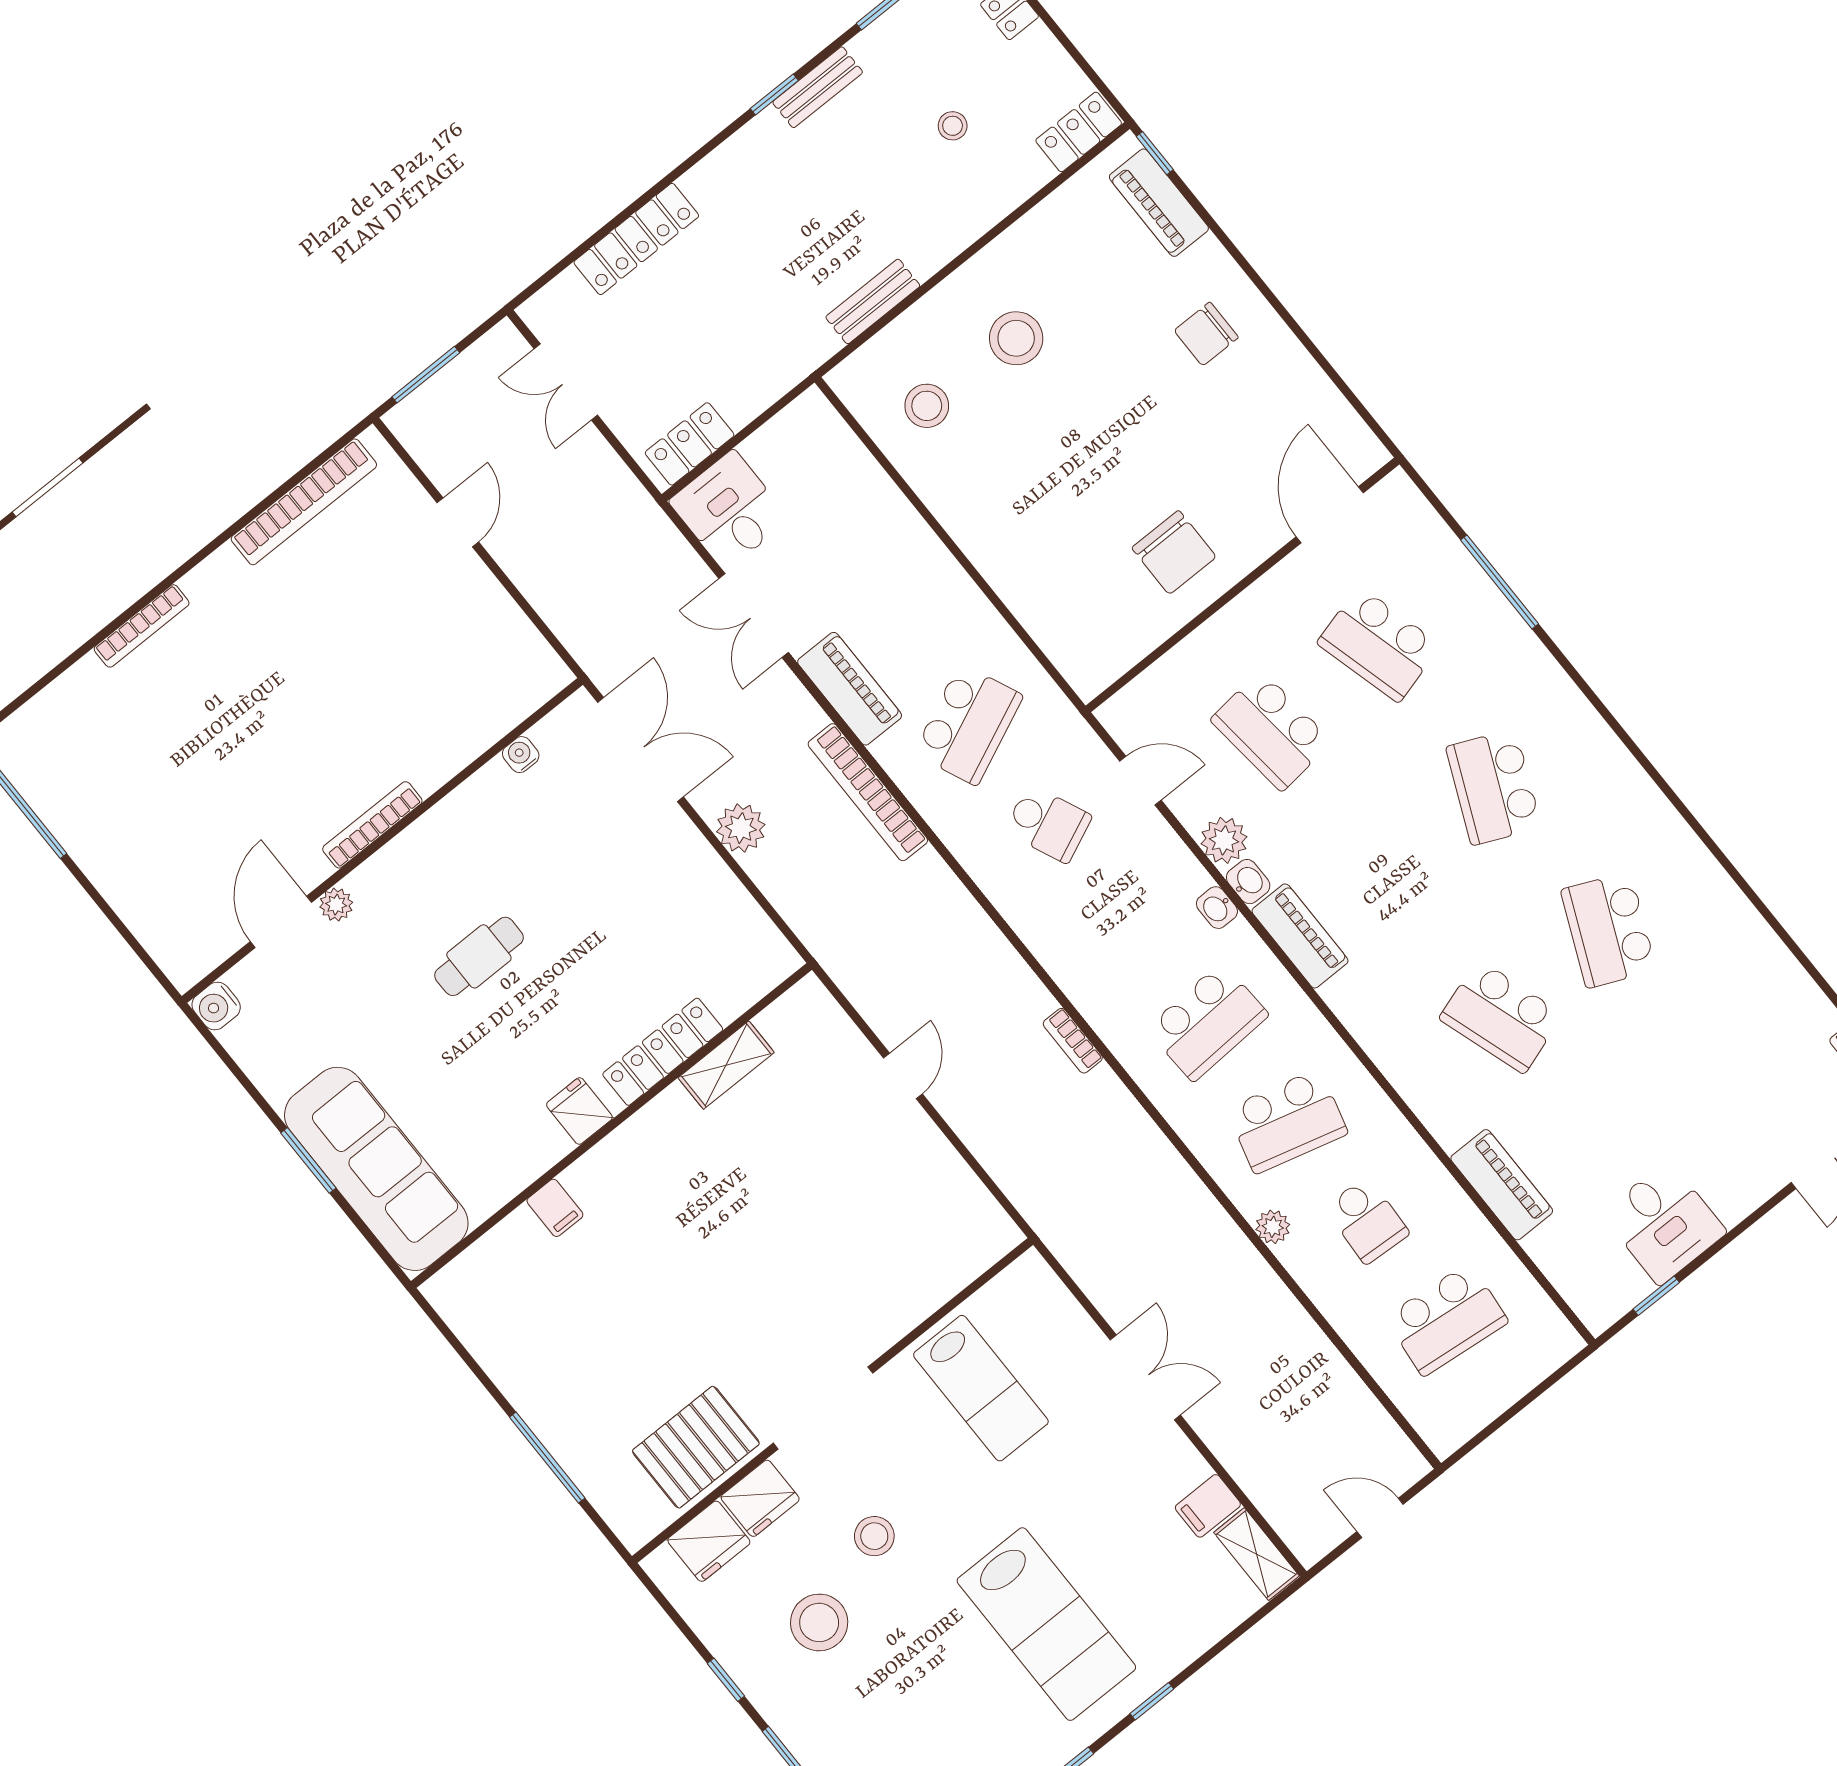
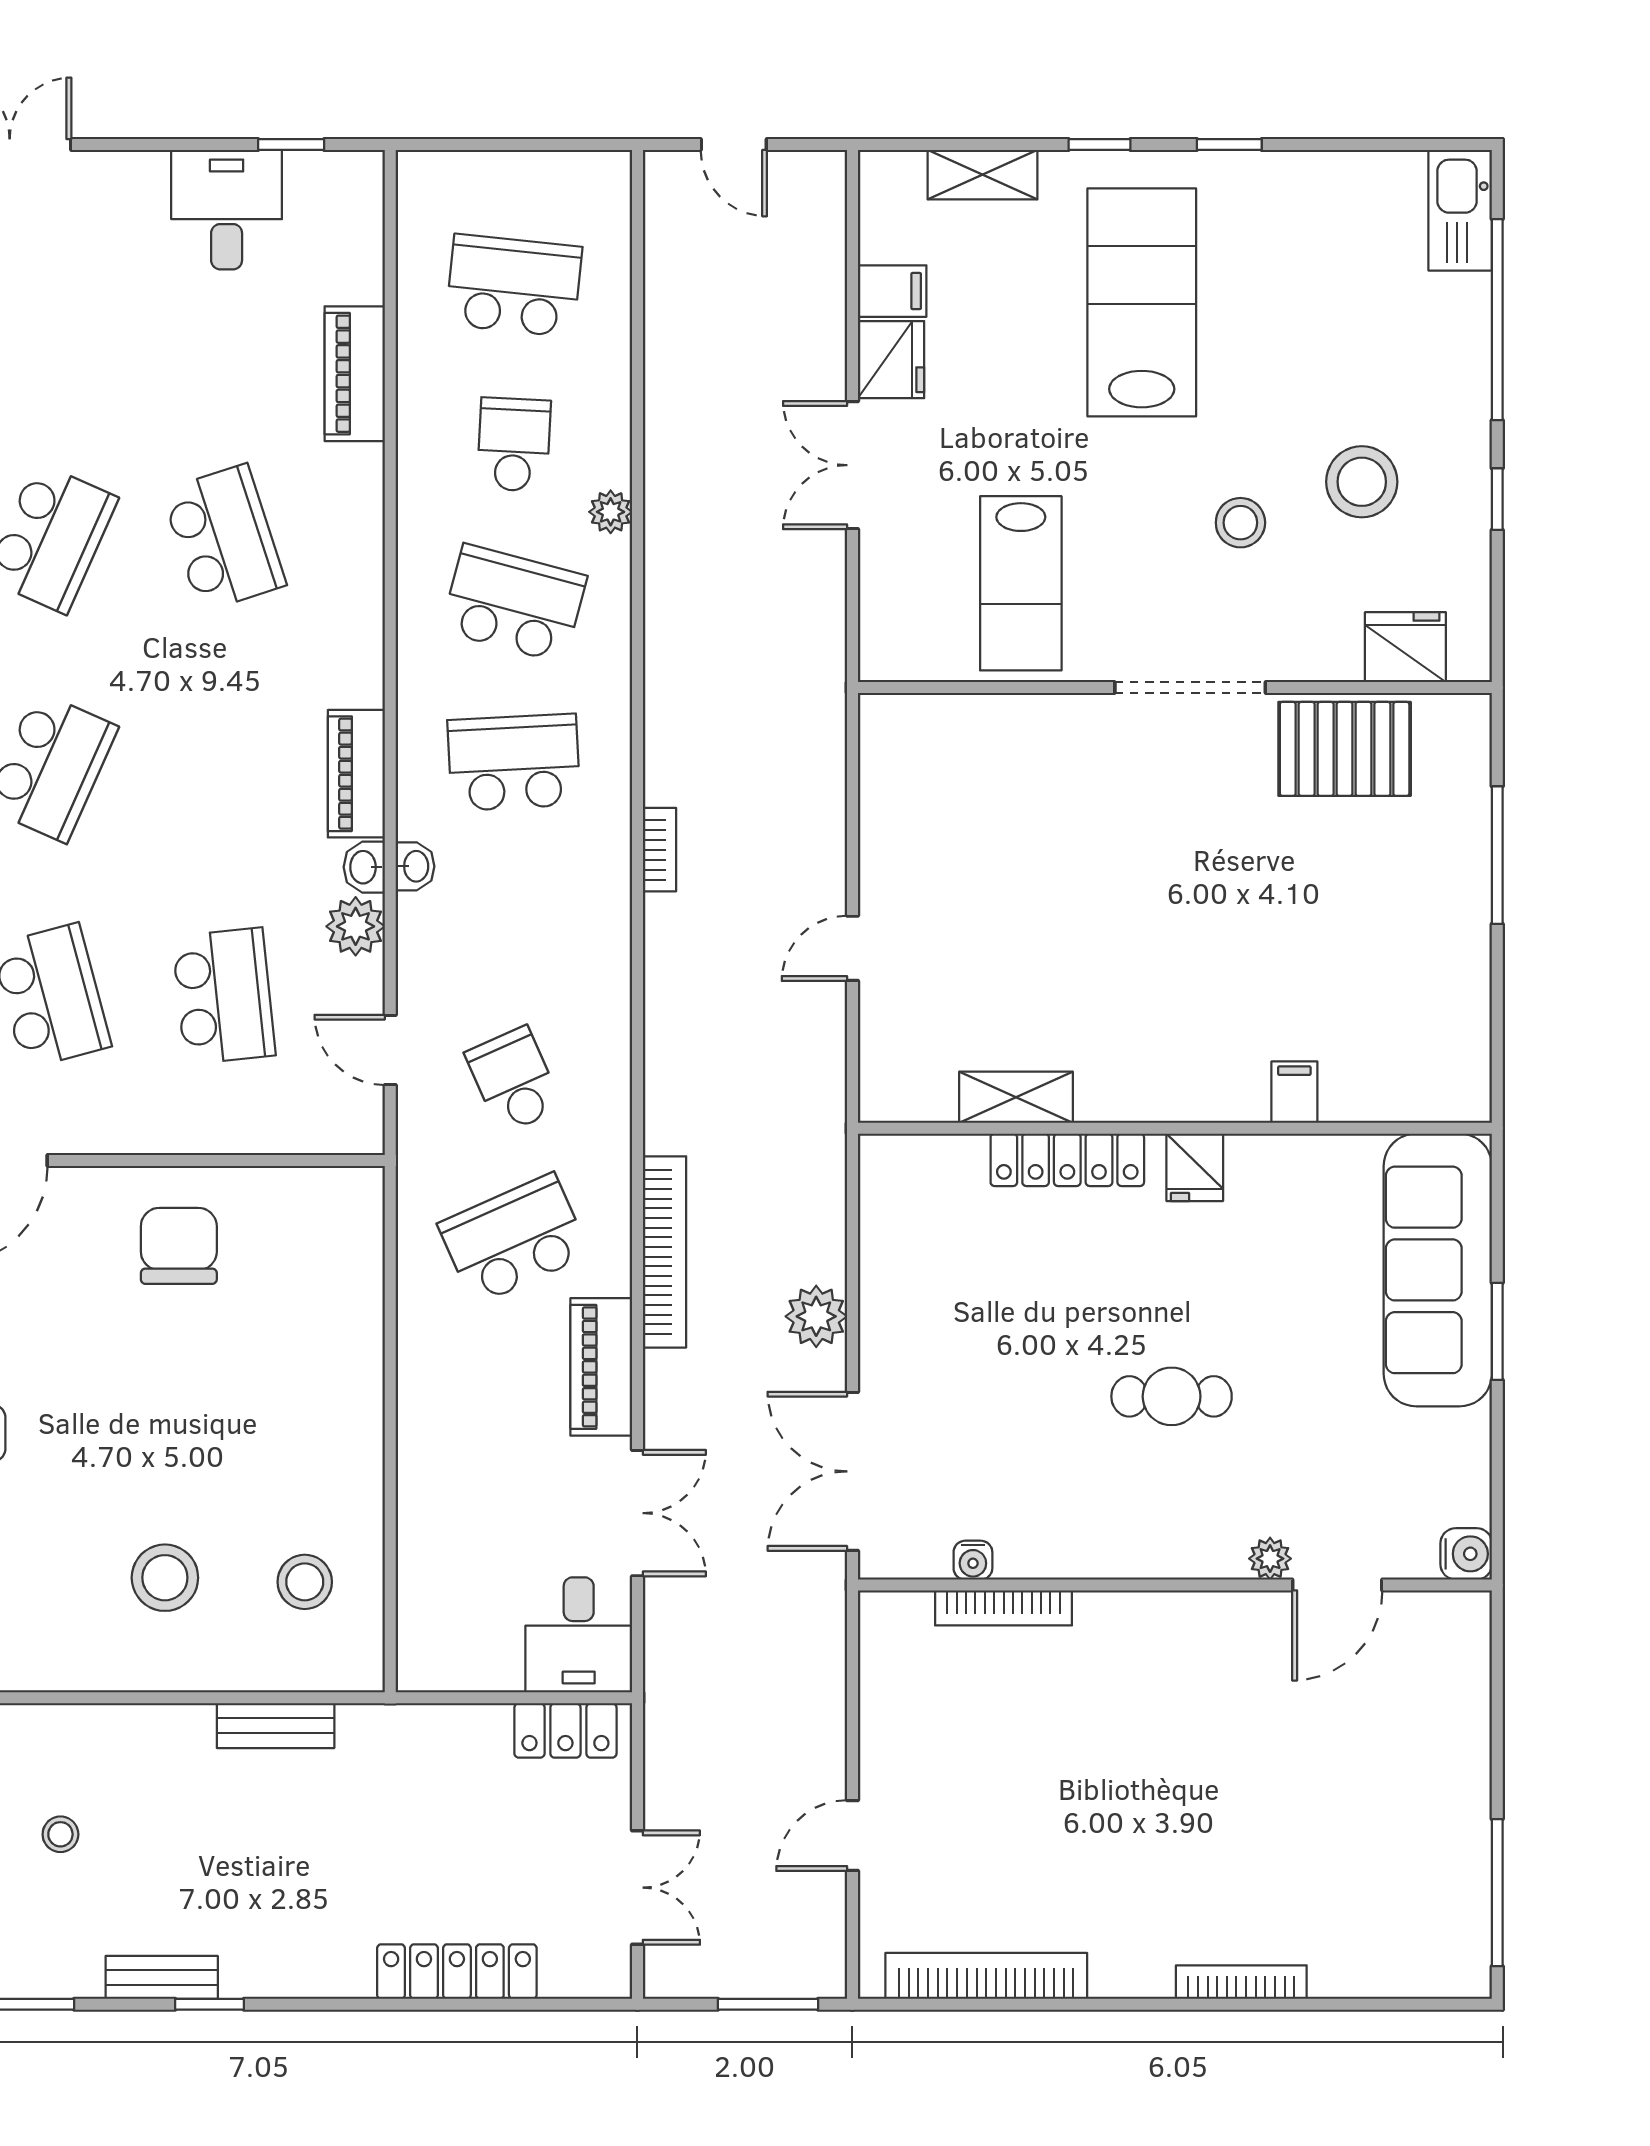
bookcase: (372, 825) -> (1004, 1608), moved
lab bench: (981, 1388) -> (1021, 583), turned 180
fridge: (760, 1498) -> (891, 360), moved, turned 90
shelving: (1256, 1554) -> (982, 175), moved, turned 90

